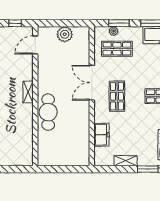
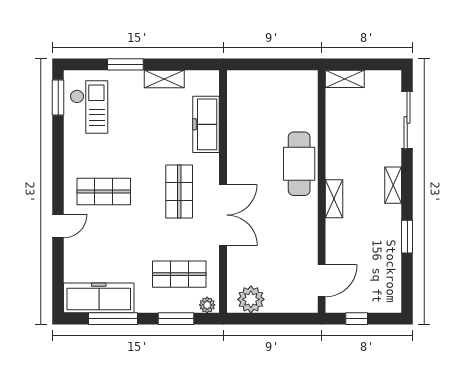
plant: (113, 31) -> (207, 305), moved
plant: (65, 34) -> (251, 299), moved
freezer: (101, 135) -> (206, 124), width x1.40
shelving: (22, 161) -> (345, 79), added

